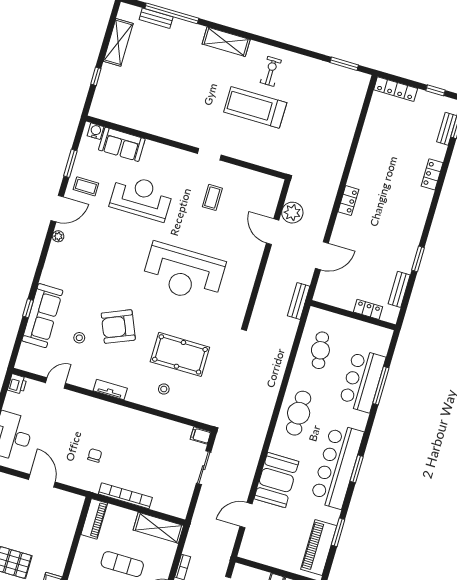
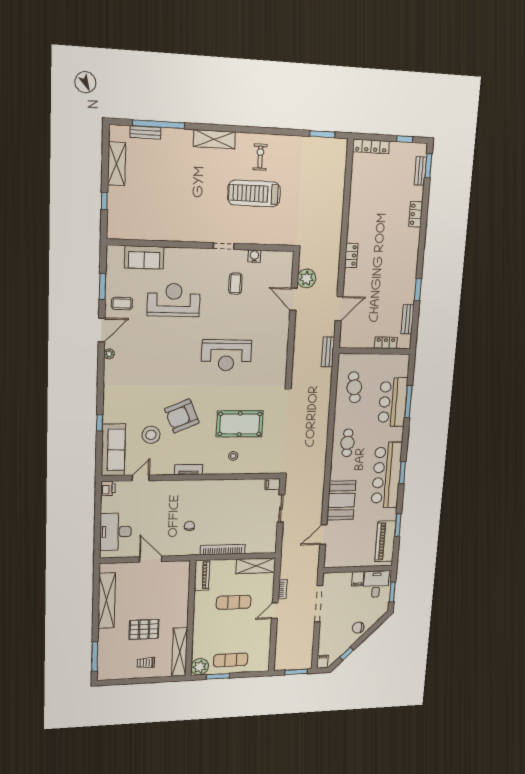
water cooler: (96, 131) -> (254, 256), moved
reception desk: (184, 273) -> (226, 355), width x0.74, depth x0.77
sofa: (42, 316) -> (113, 450), moved
stool: (79, 338) -> (151, 435), width x1.89, depth x1.89
cafe table: (299, 413) -> (348, 443), width x0.73, depth x0.74

